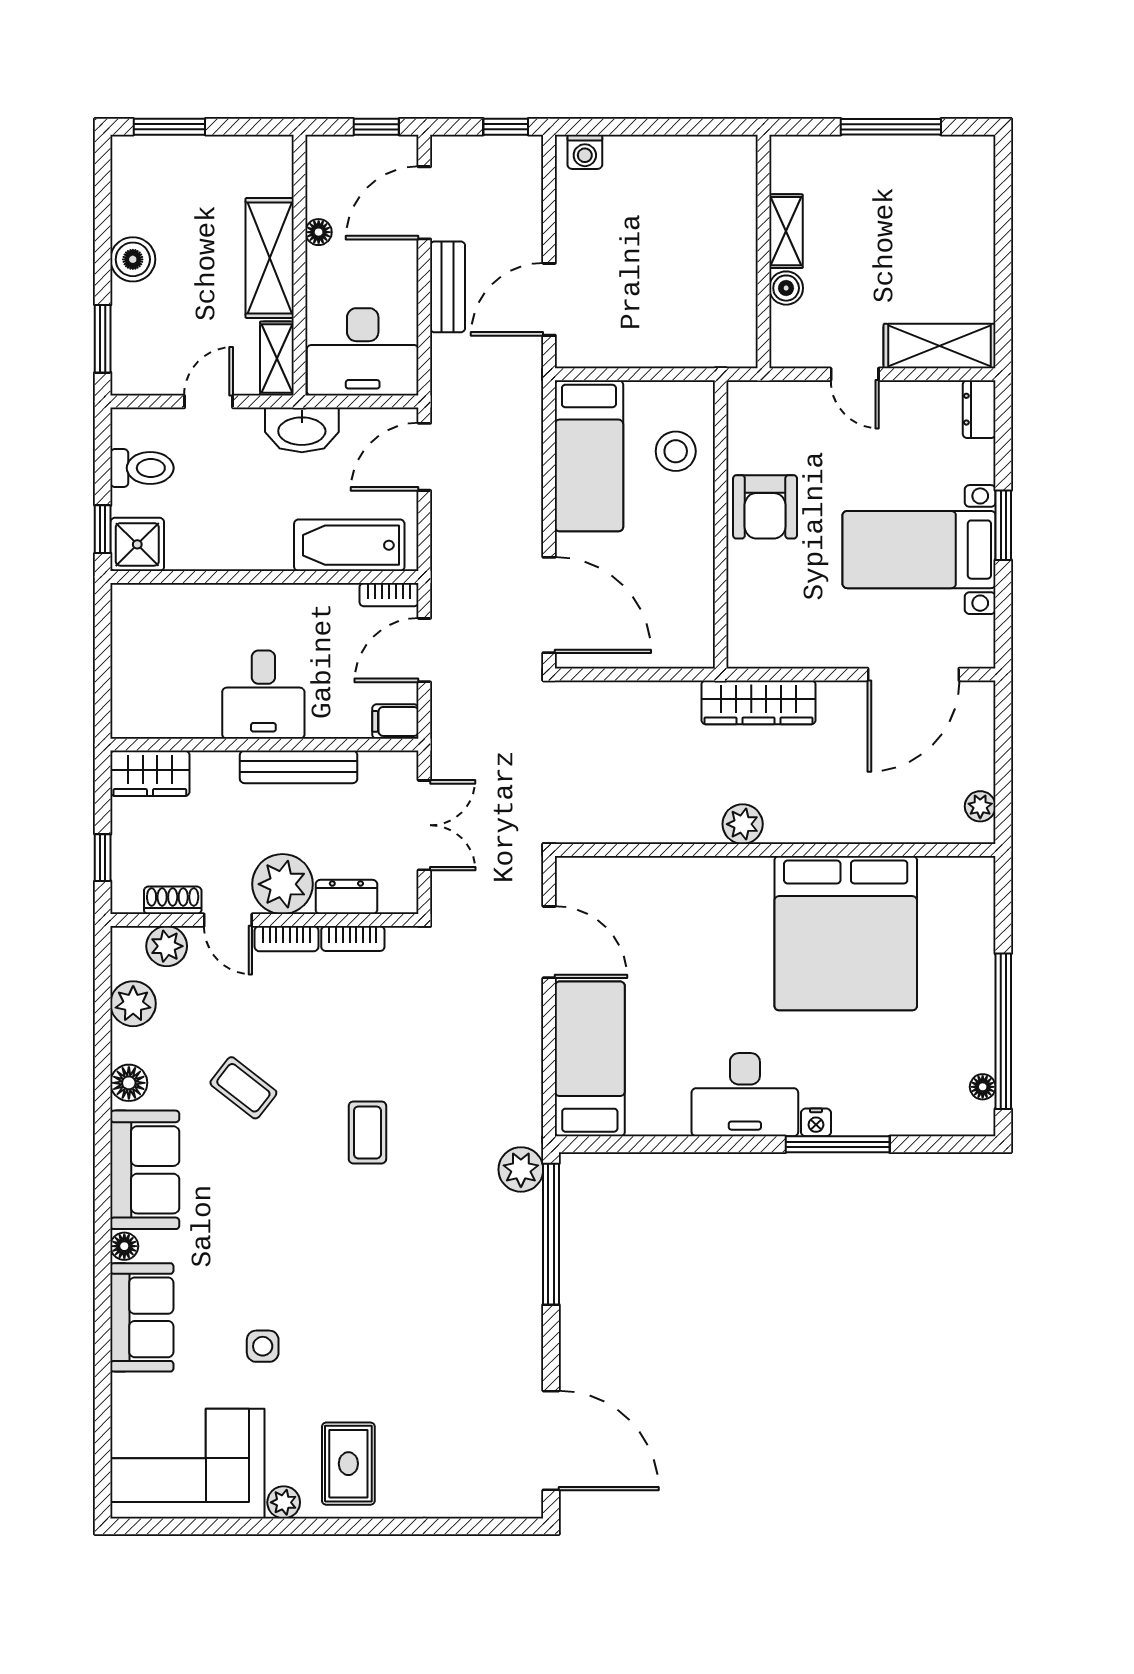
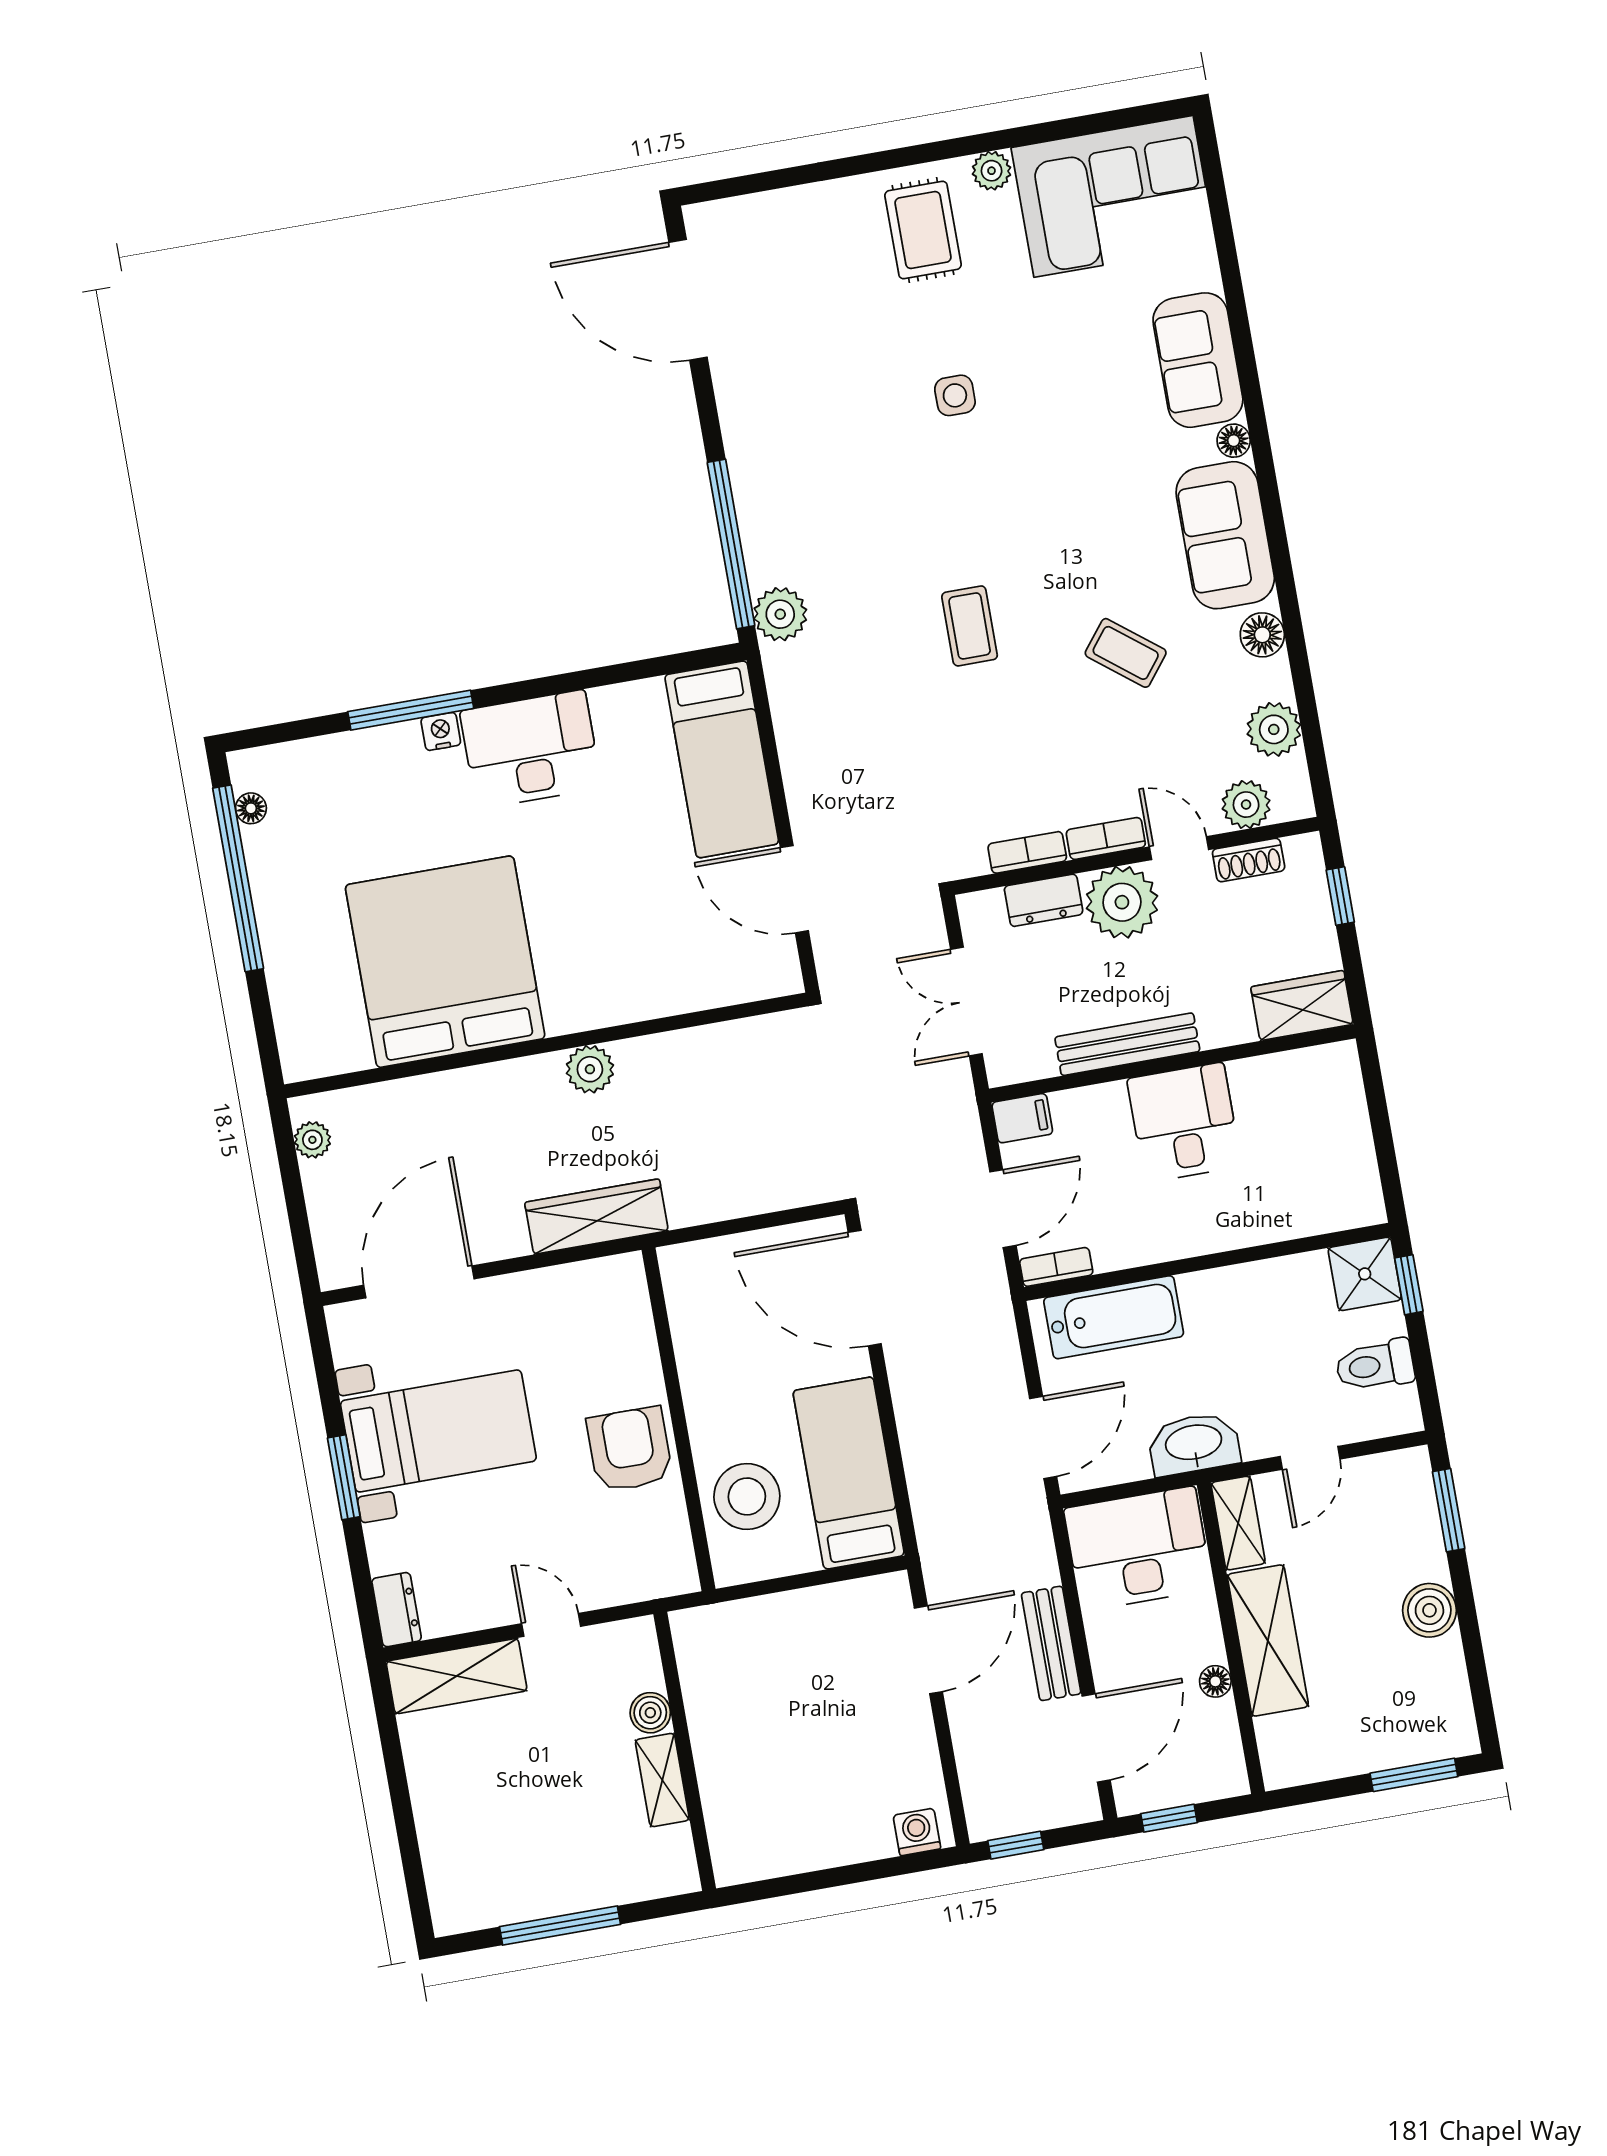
stool: (676, 451) -> (747, 1496), width x1.38, depth x1.38
side table: (263, 1346) -> (955, 395), moved

